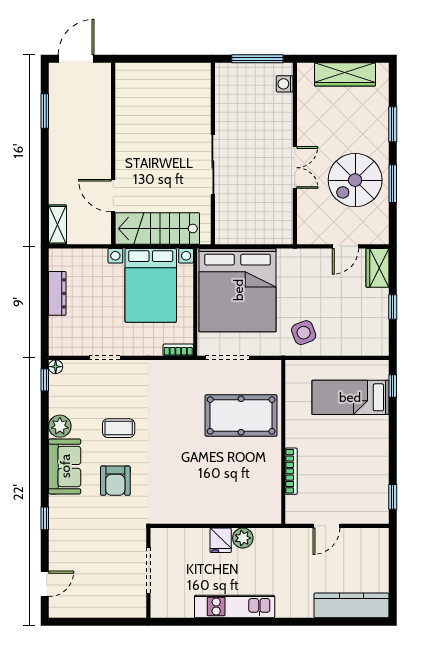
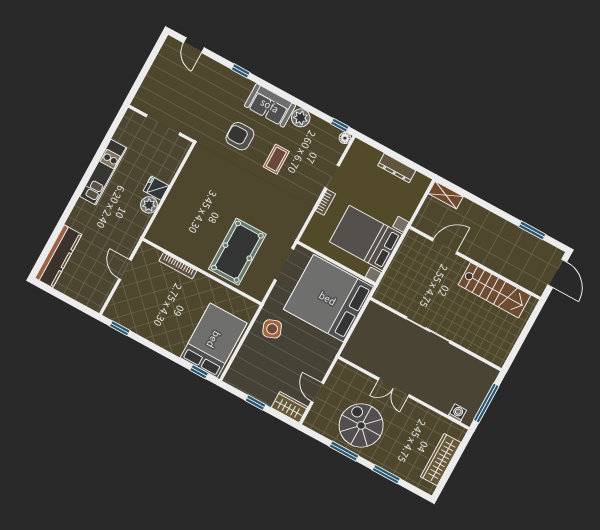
stairs: (157, 229) -> (494, 290), moved, turned 90
bookcase: (178, 350) -> (325, 202), moved
bed: (350, 397) -> (214, 340), width x1.50

